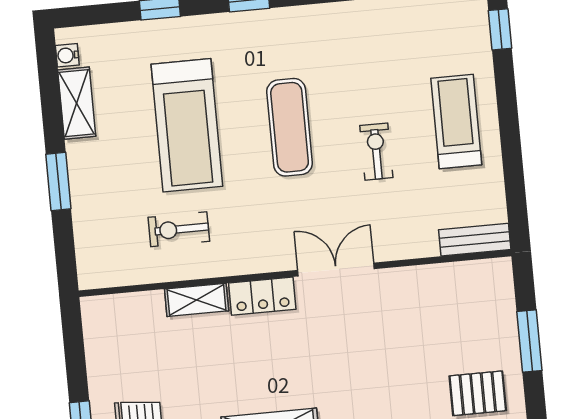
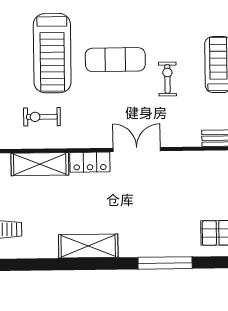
exercise mat: (290, 127) -> (115, 60), turned 90
shelving: (197, 300) -> (40, 164), width x1.50, depth x1.33

